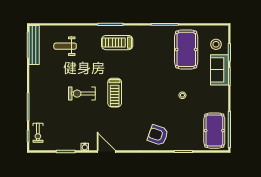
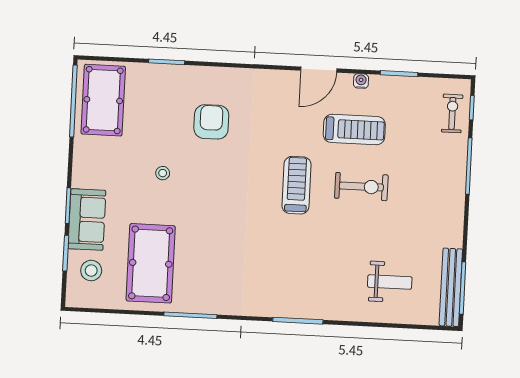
treadmill: (117, 43) -> (354, 129), moved
armchair: (158, 135) -> (211, 122), moved, turned -109
door: (106, 152) -> (319, 70), hinge flipped

